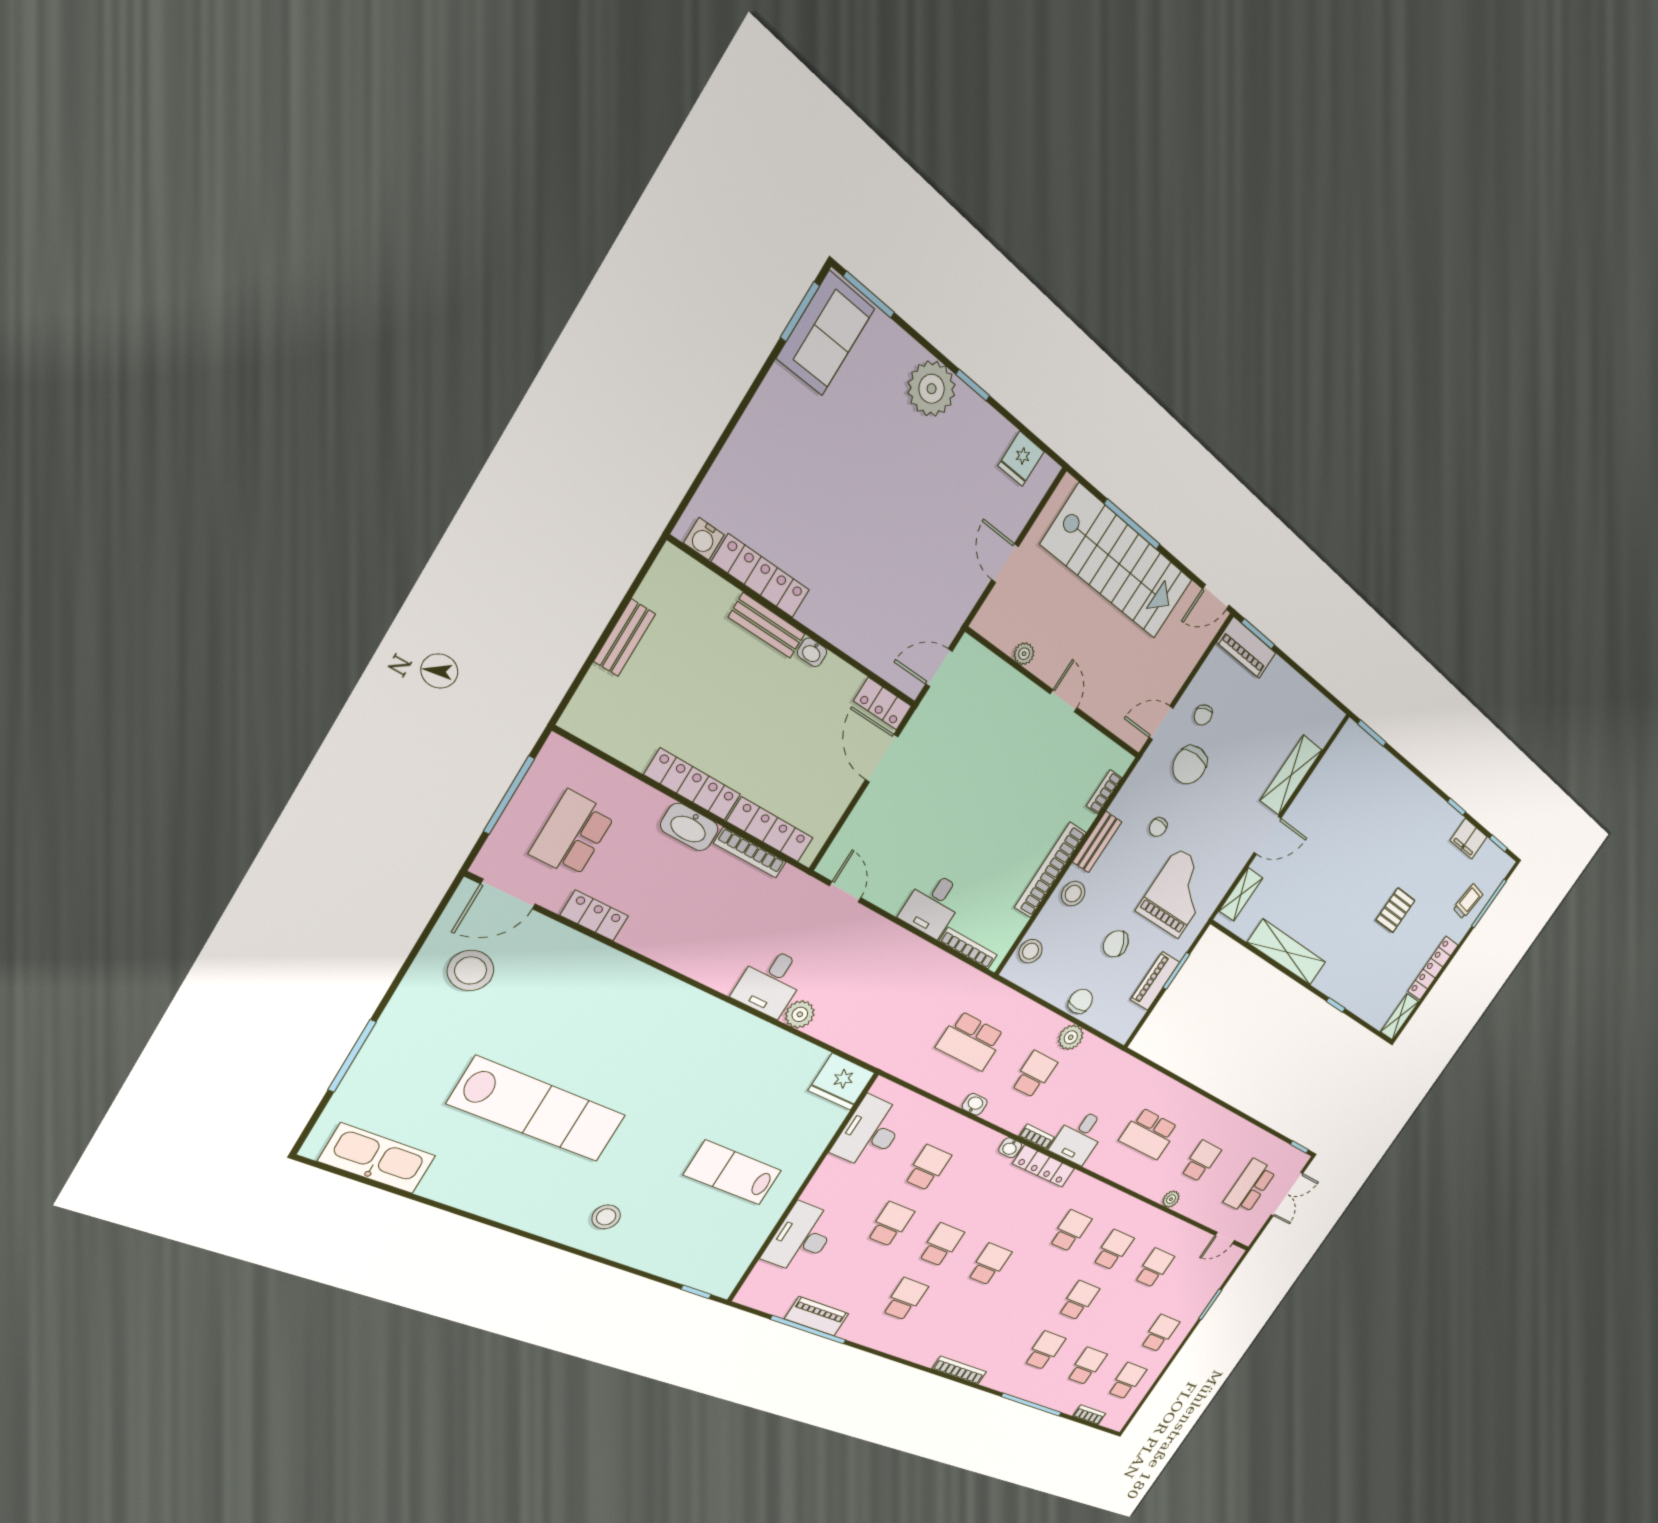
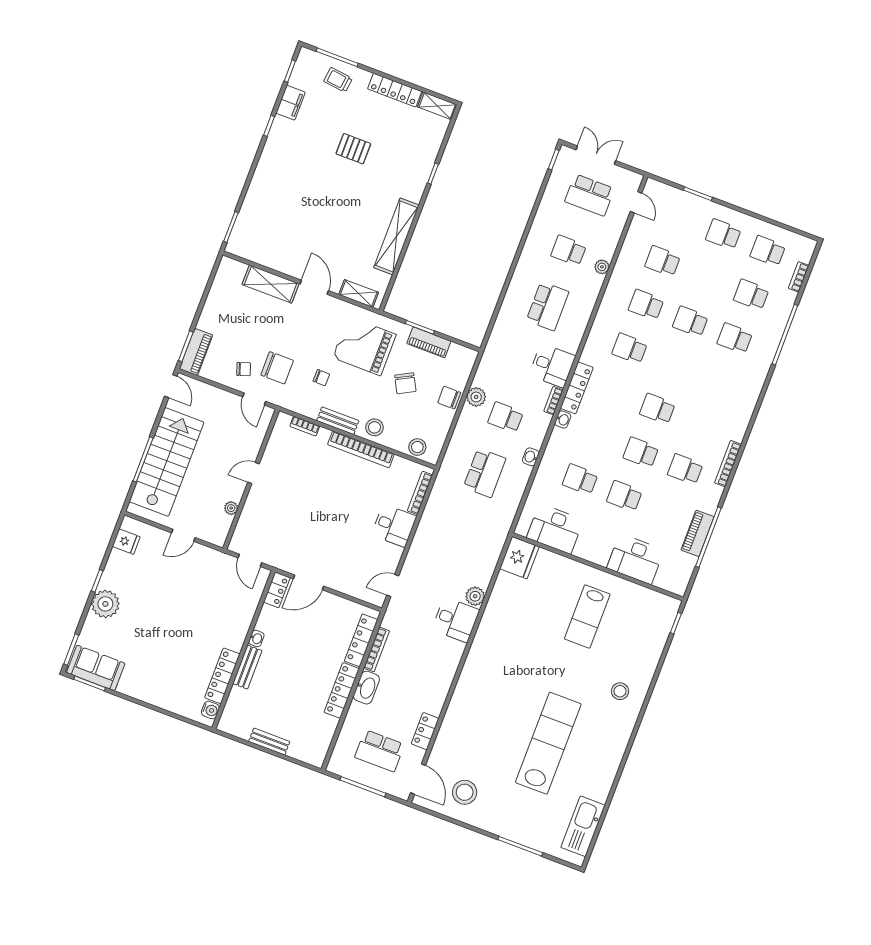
bookcase: (959, 1370) -> (728, 464), moved

